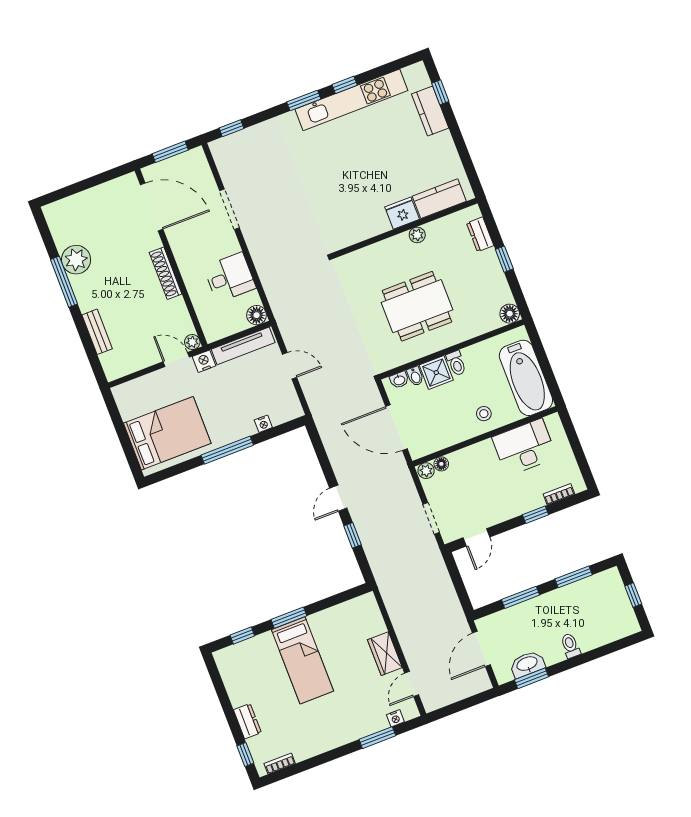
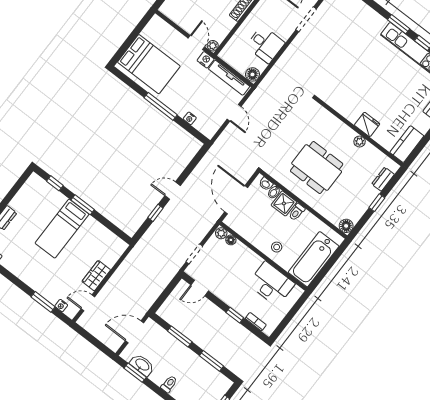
kitchen counter: (439, 199) -> (407, 144), moved, turned -90

